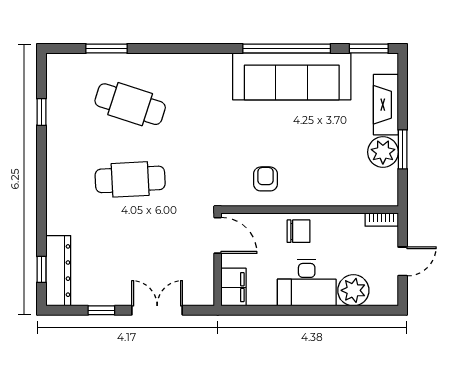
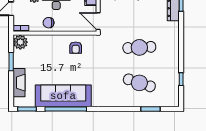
plant: (383, 152) -> (20, 42), moved
chair: (298, 231) -> (49, 23), moved

